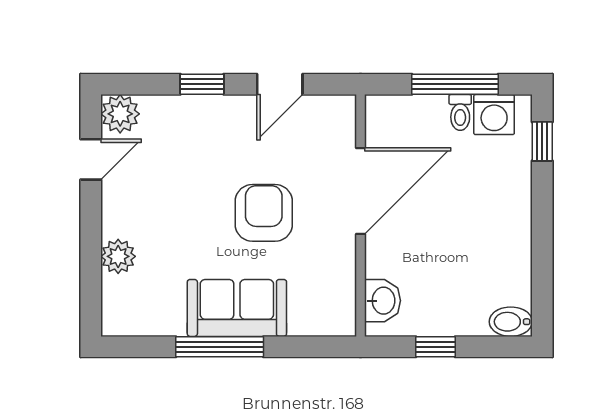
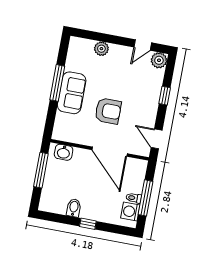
door: (280, 84) -> (157, 139), moved
window: (542, 141) -> (88, 224), moved
door: (91, 159) -> (143, 45), hinge flipped
bidet: (511, 322) -> (74, 208), moved
window: (435, 347) -> (41, 170), width x2.17

